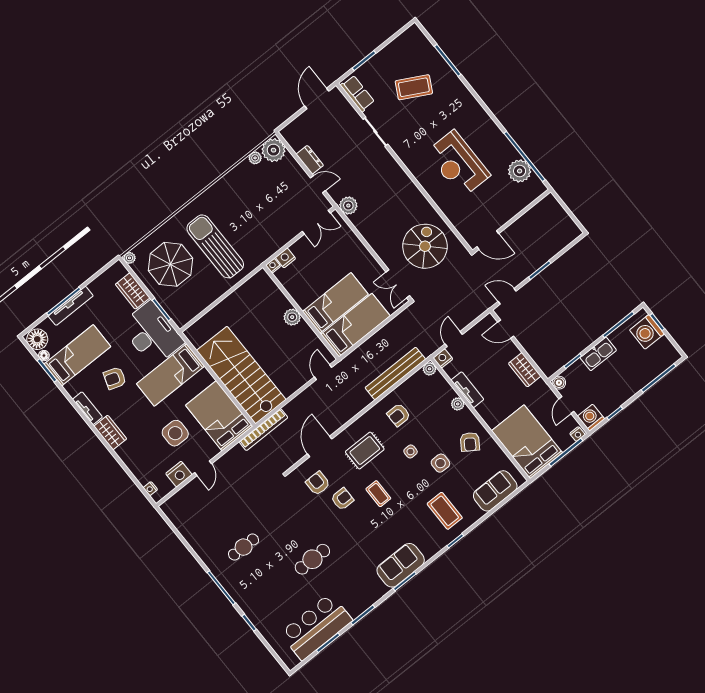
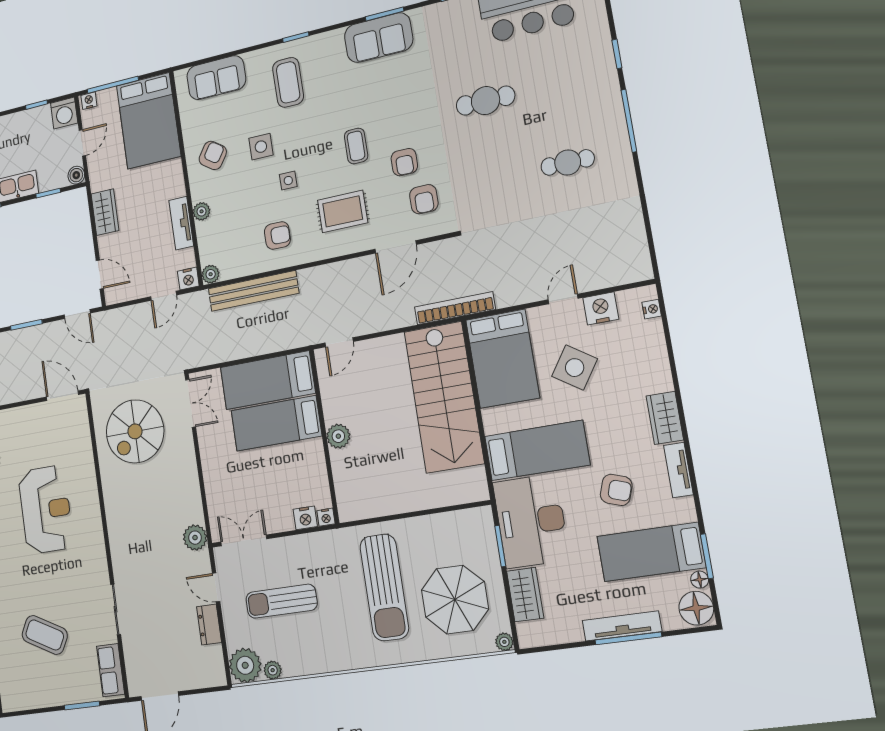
sun lounger: (273, 201) -> (281, 601), added
side table: (175, 433) -> (575, 368), turned 34
armchair: (342, 499) -> (404, 162), turned -90

